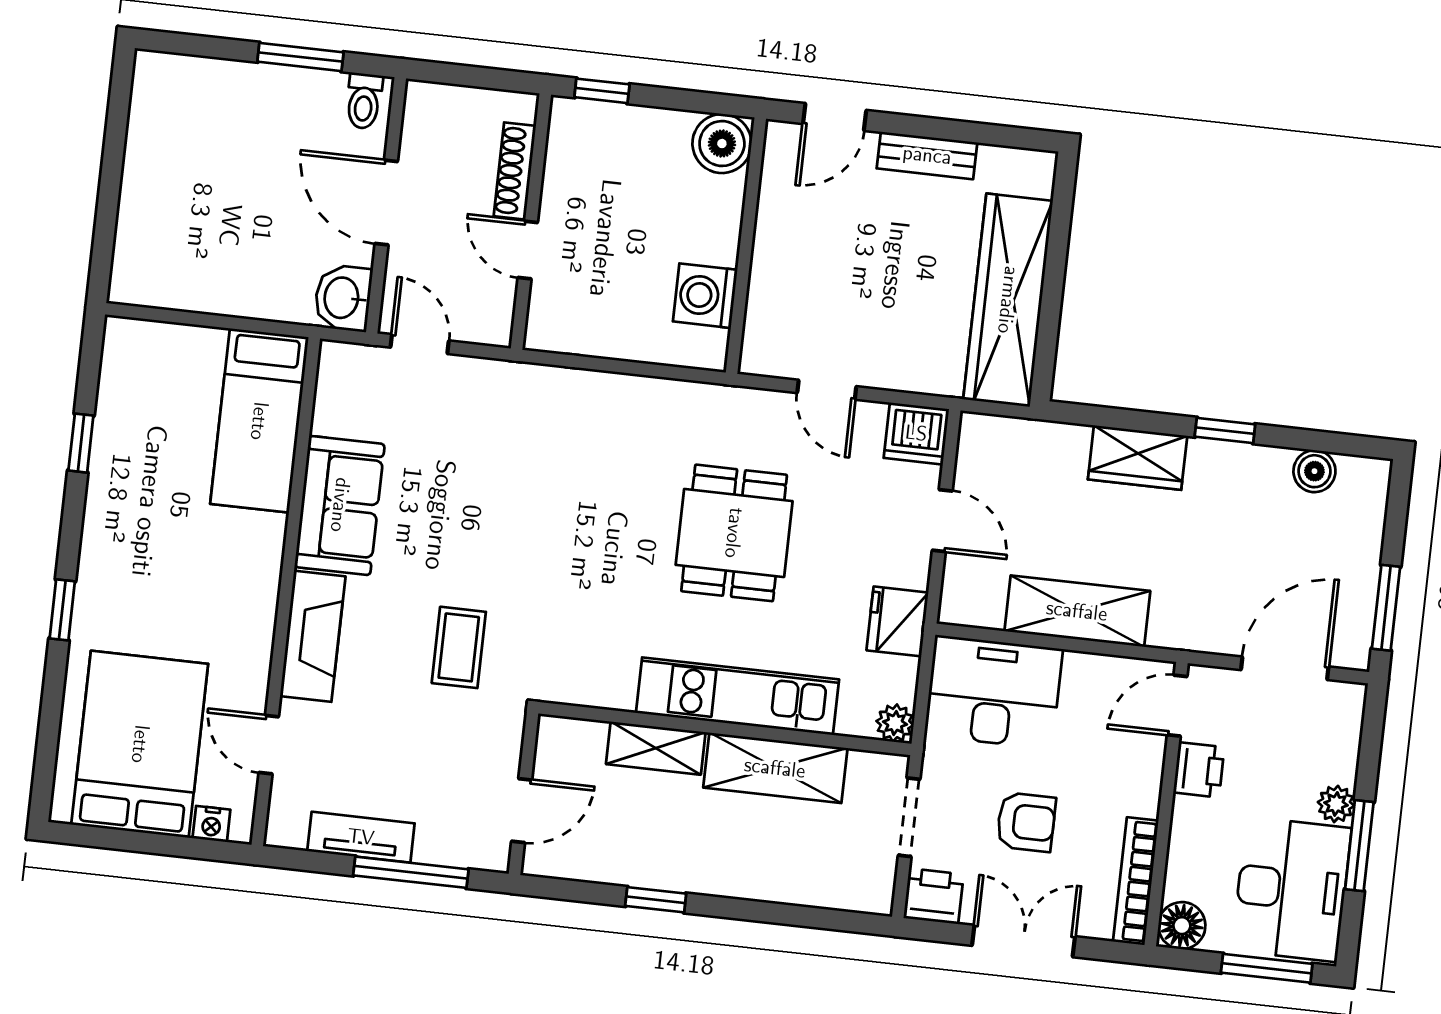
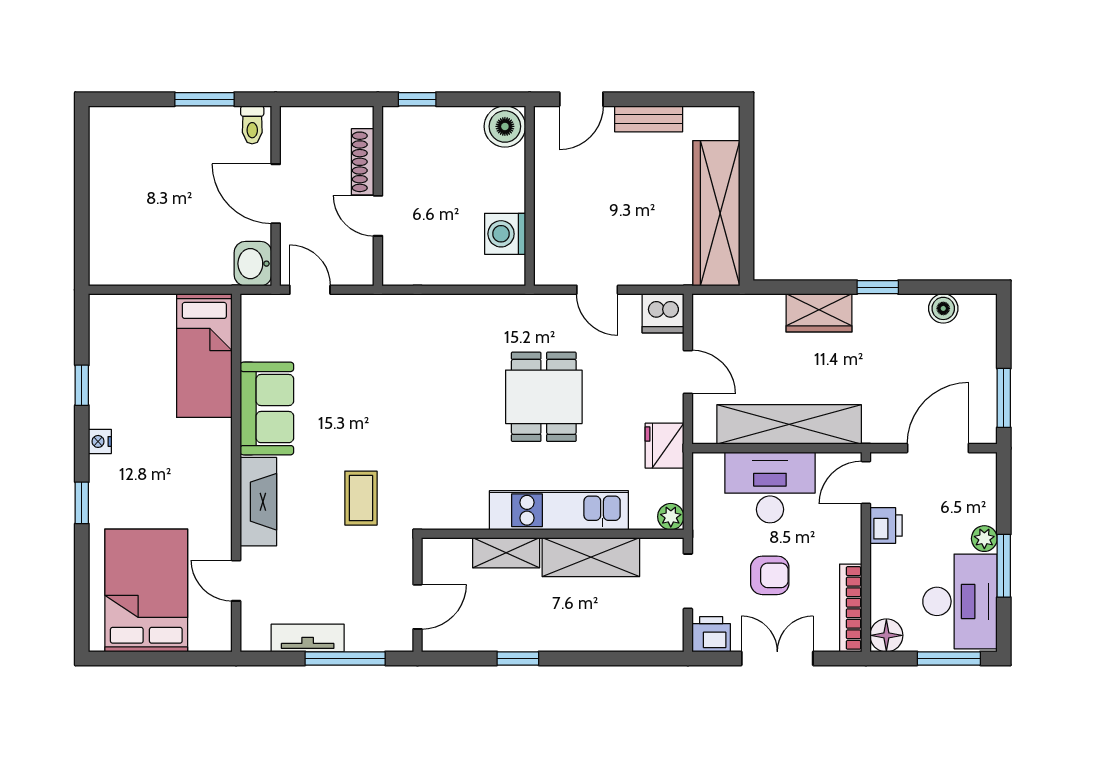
shelving: (1077, 611) -> (789, 424), width x1.47
desk: (994, 692) -> (770, 487), moved
nightstand: (211, 824) -> (100, 441), moved, turned 90

